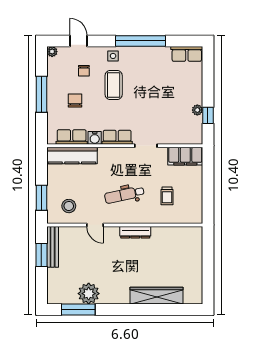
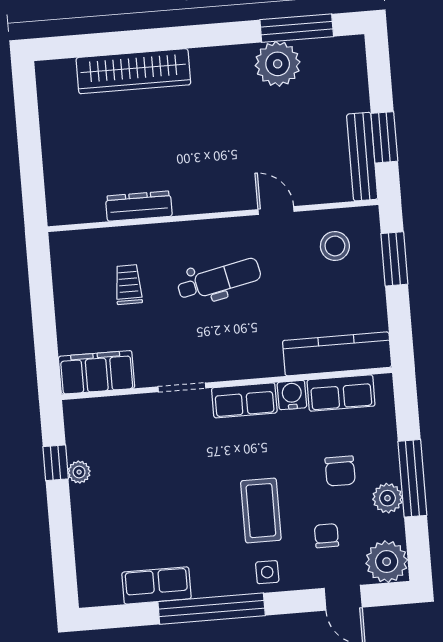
plant: (52, 52) -> (387, 562), width x1.87, depth x1.87
row of seats: (187, 54) -> (156, 585), moved
plant: (54, 86) -> (387, 498), added
dresser: (135, 232) -> (139, 206), moved

